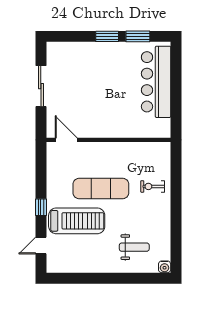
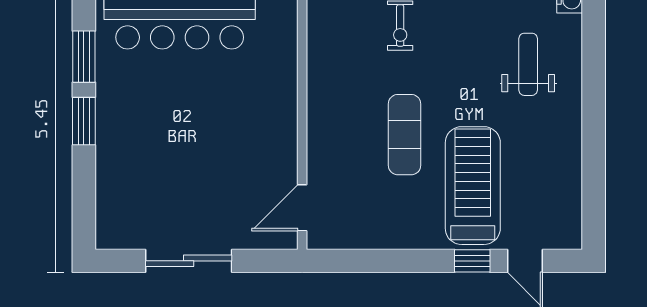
exercise mat: (101, 188) -> (405, 135), width x0.73, depth x0.69
window: (41, 207) -> (472, 261), moved

